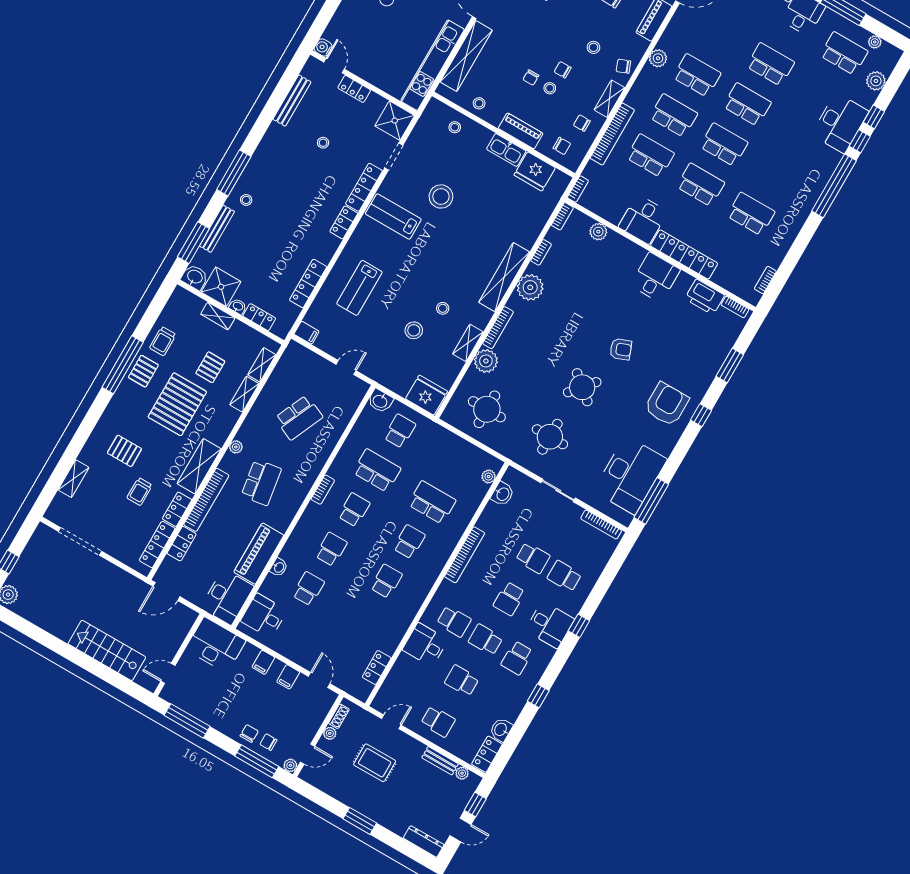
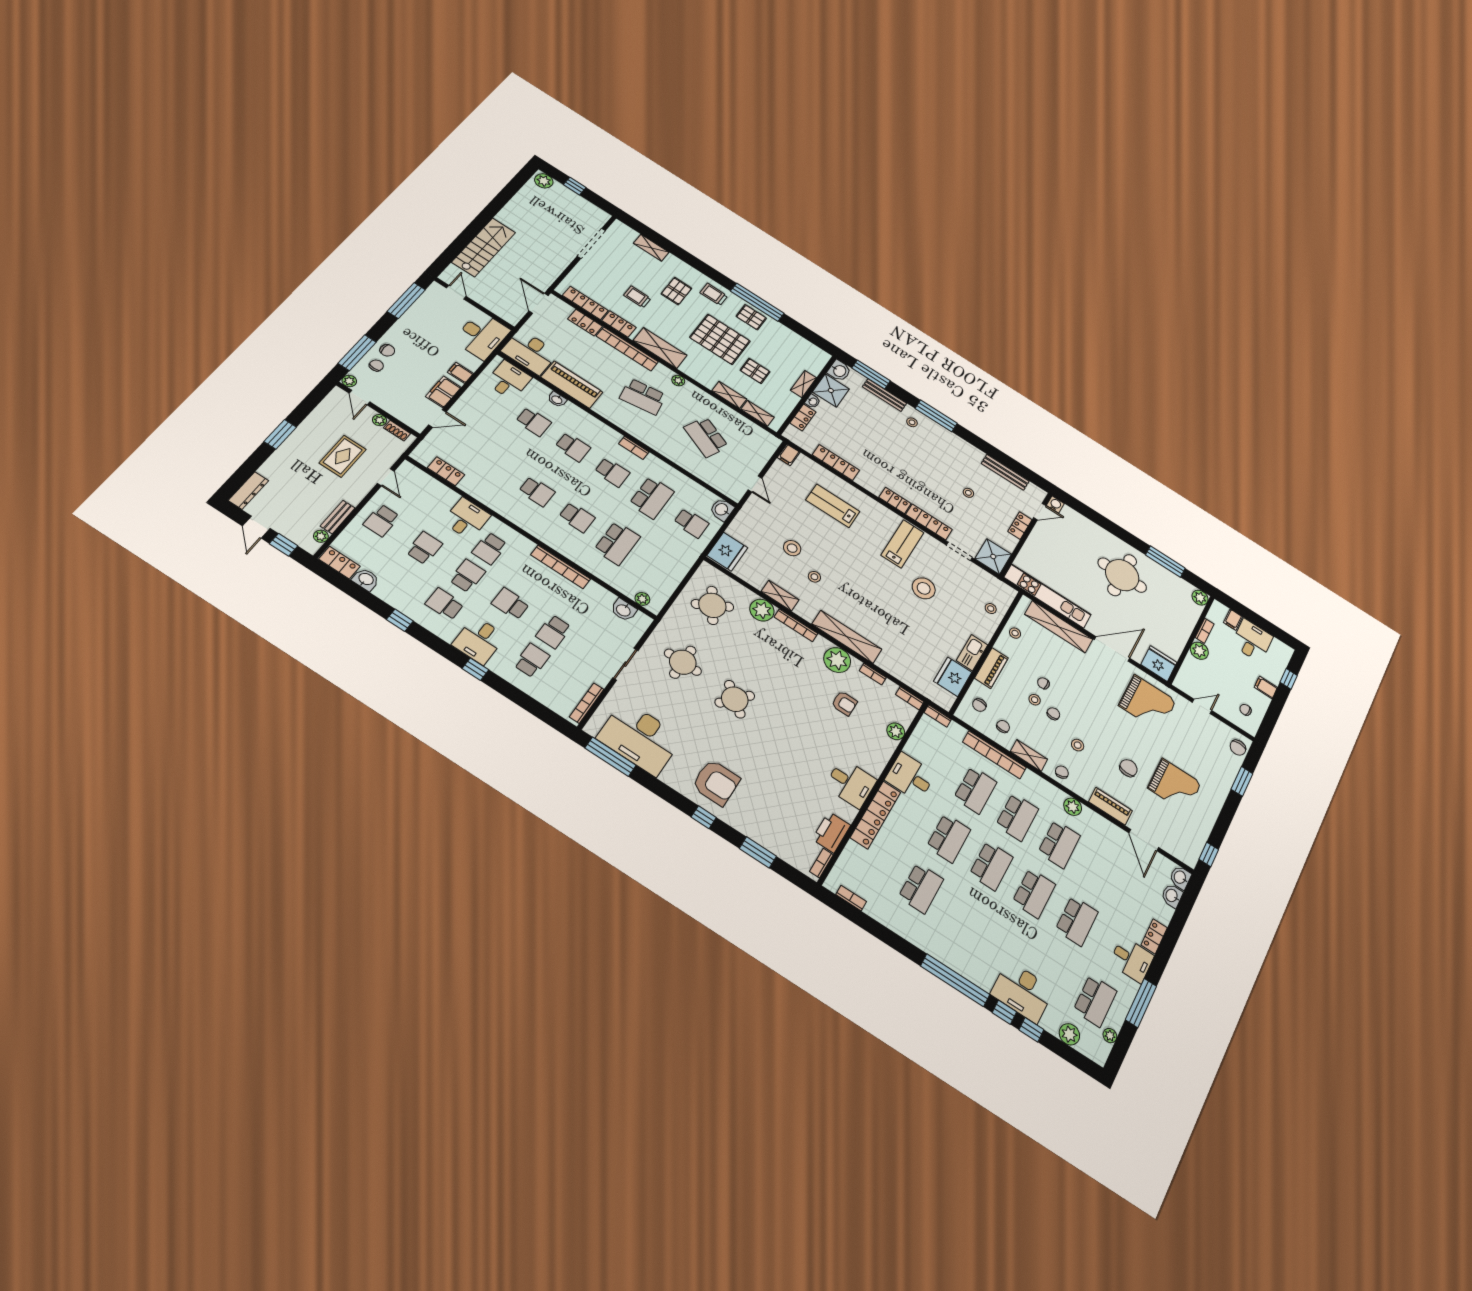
trolley: (163, 341) -> (714, 294), moved
armchair: (621, 349) -> (844, 703), moved, turned -69
round table: (487, 409) -> (712, 605), turned -32
filing cabinet: (288, 677) -> (443, 392), width x2.00

